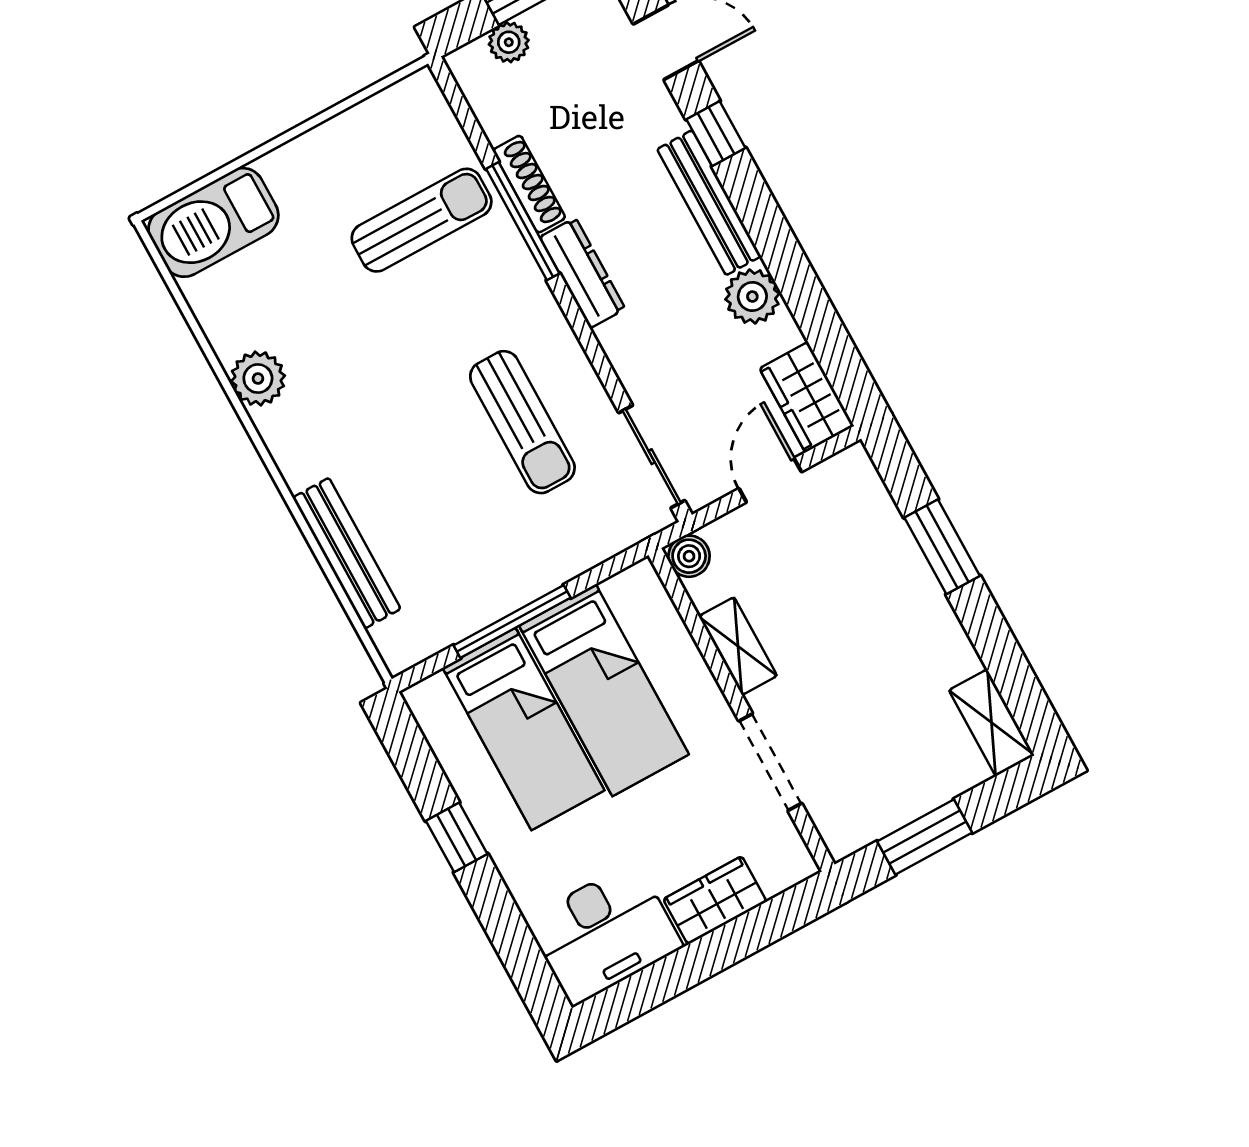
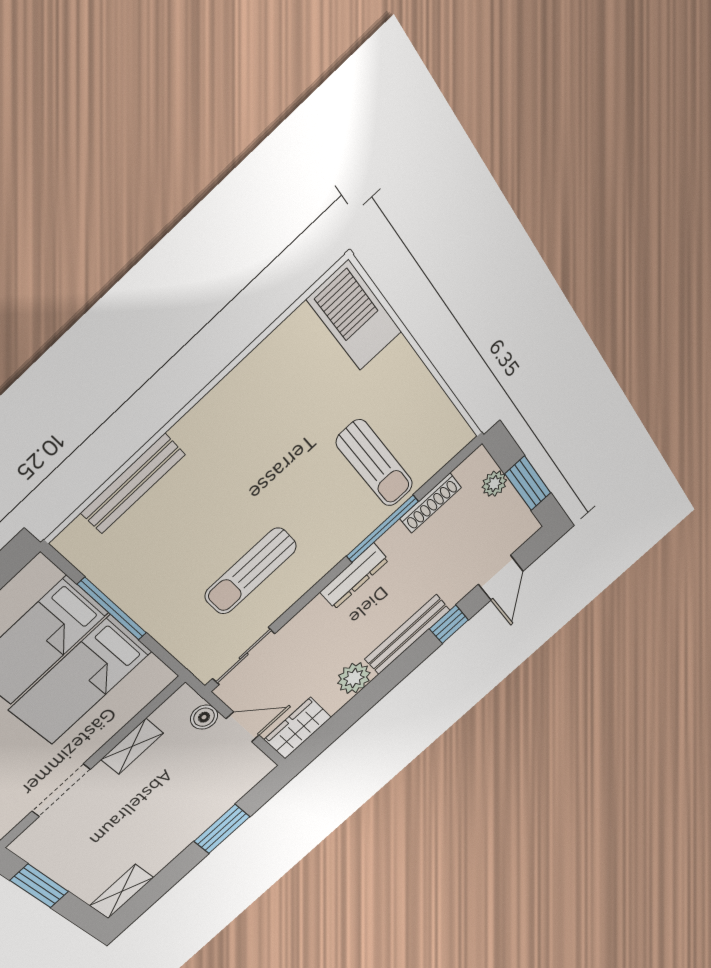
shoe rack: (529, 184) -> (431, 503), moved
plant: (258, 379) -> (247, 382), removed
boiler: (689, 556) -> (204, 717), moved

